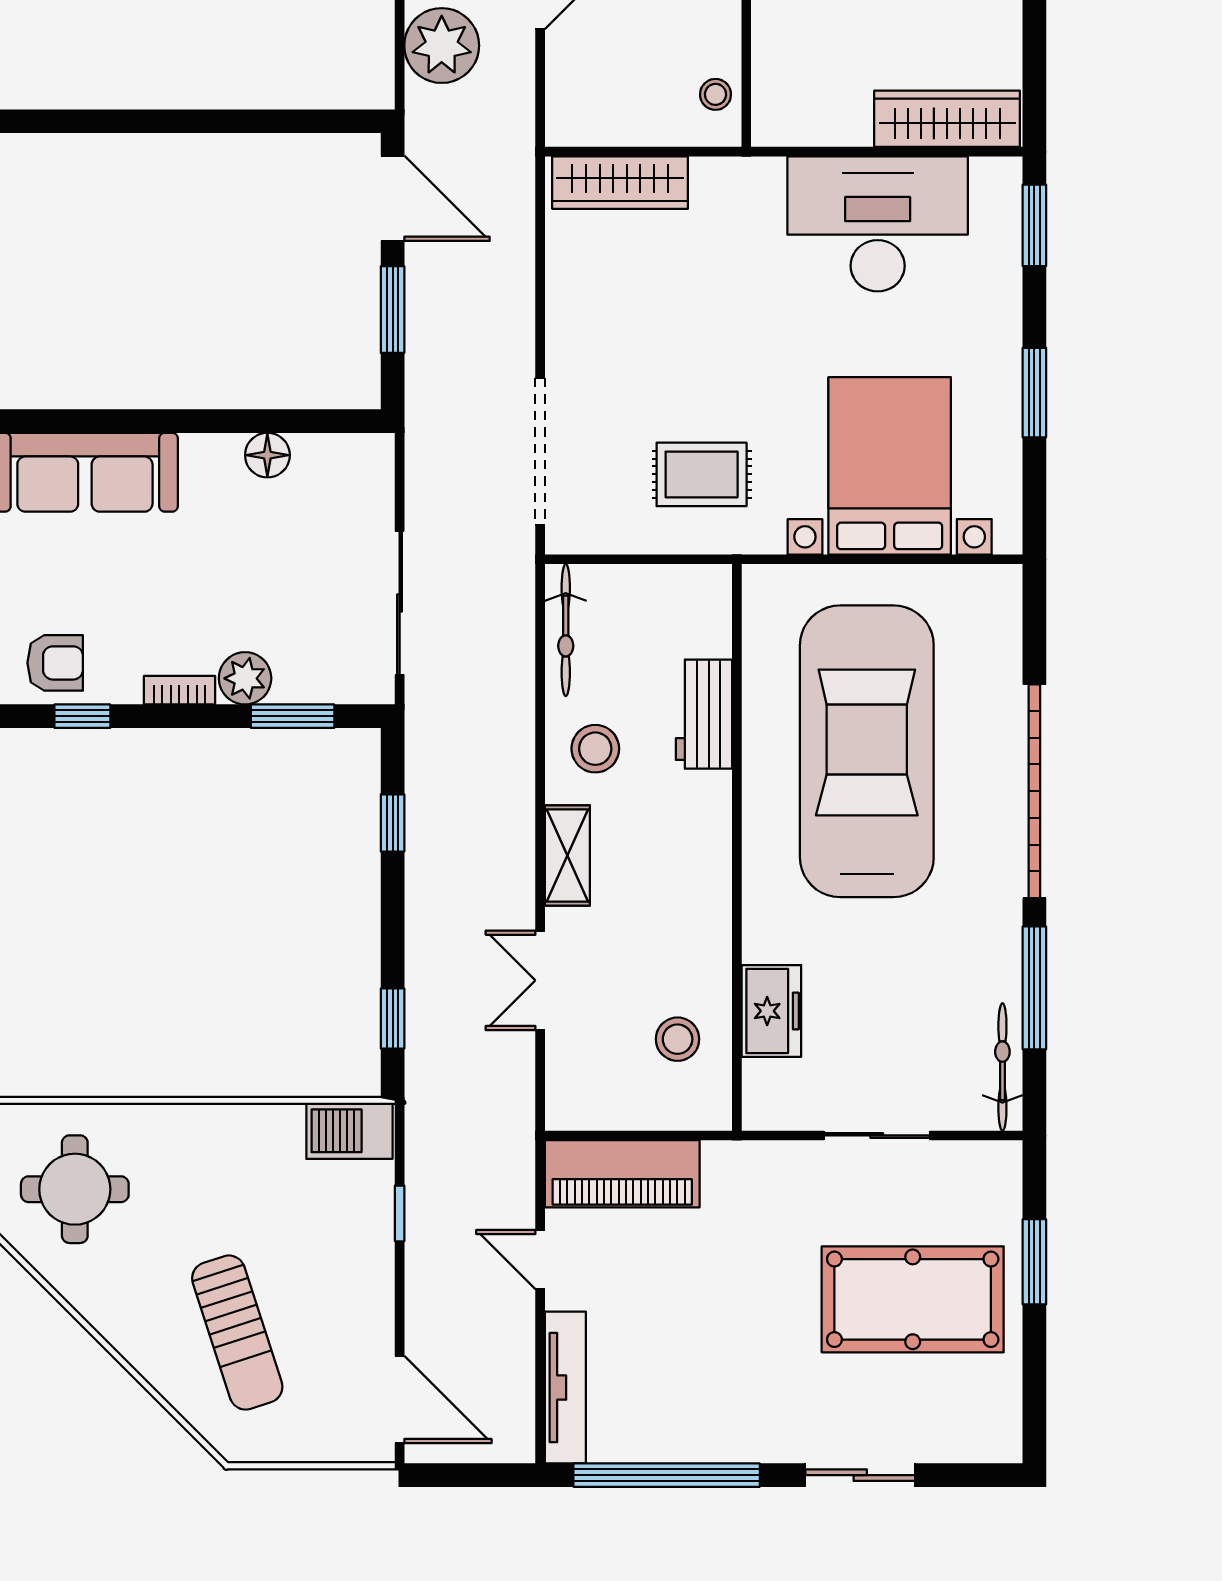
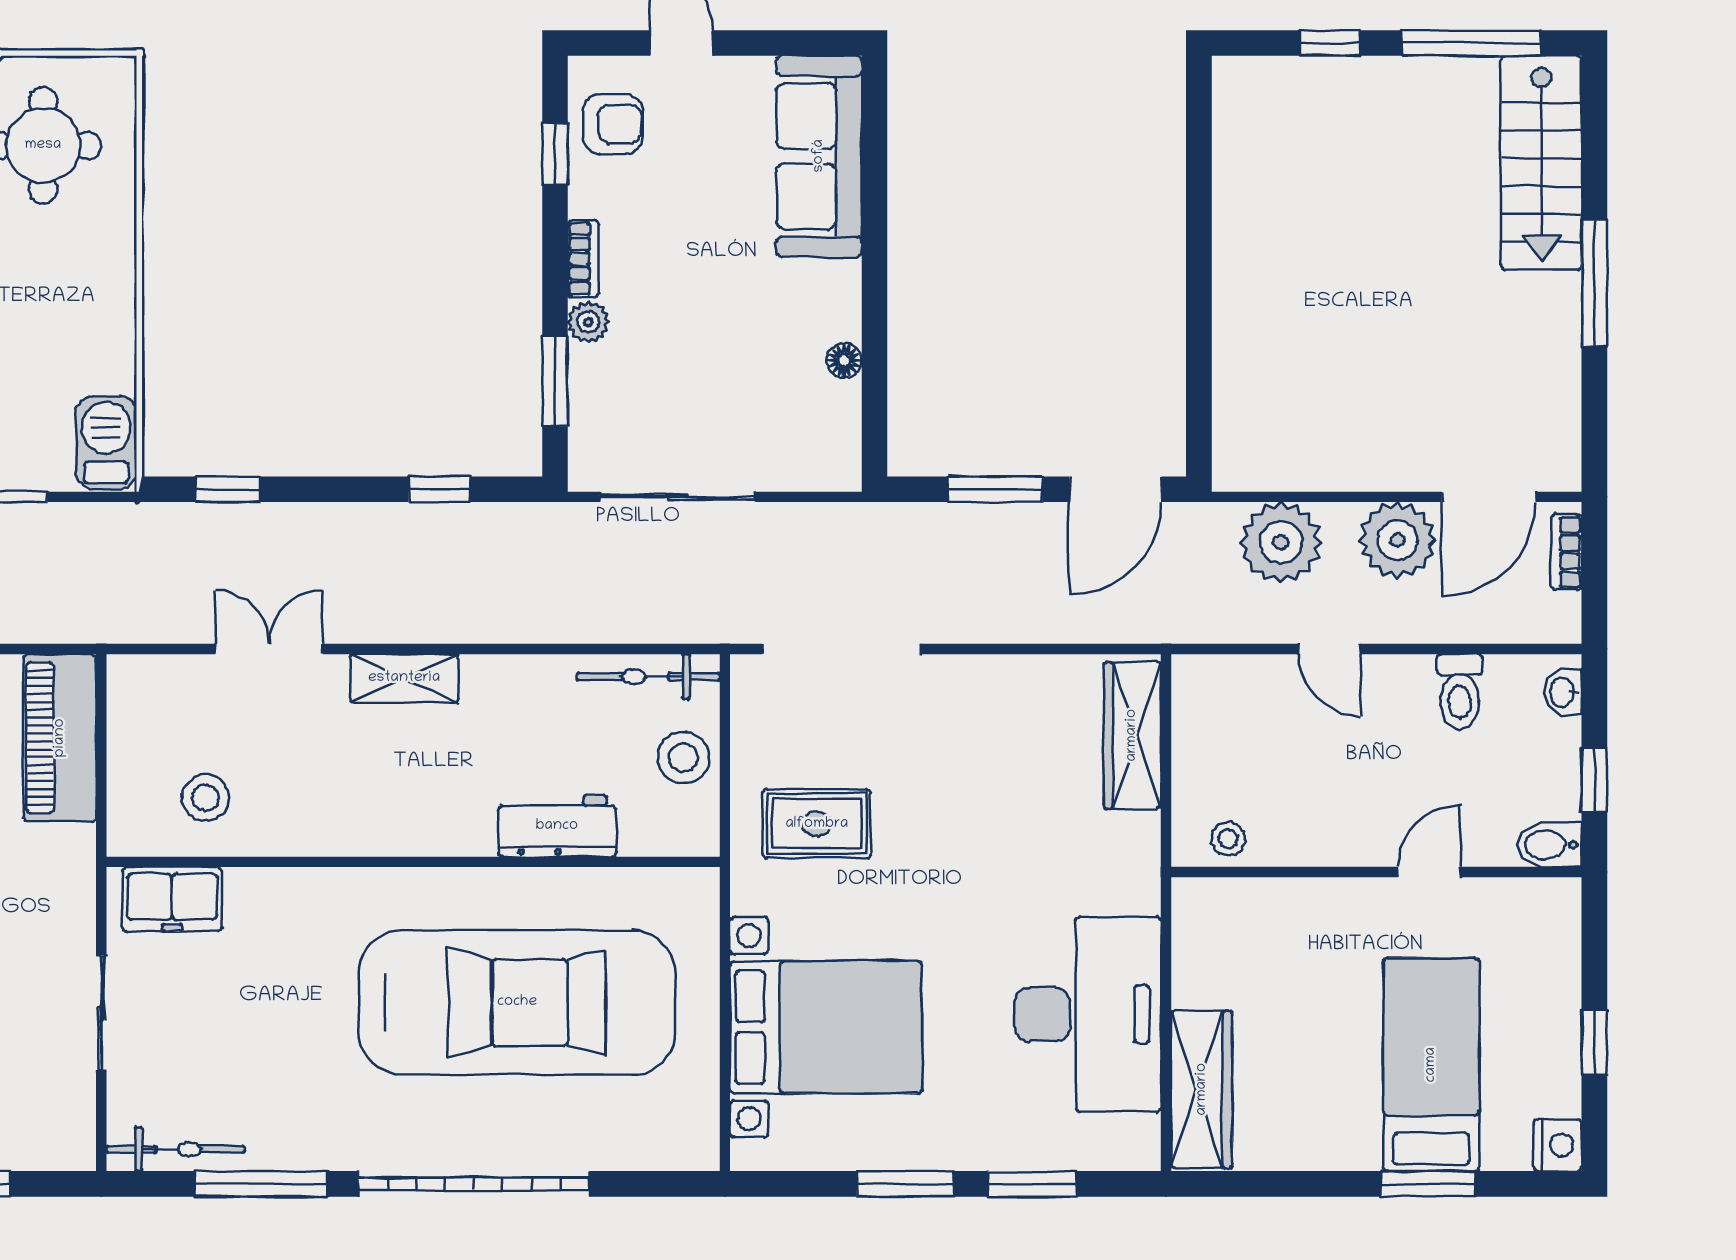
window: (1034, 225) -> (1032, 1184), moved
floor lamp: (267, 455) -> (844, 360), width x0.73, depth x0.73
rug: (702, 474) -> (817, 824), turned 90
armchair: (55, 663) -> (613, 124), turned -90
plant: (245, 678) -> (588, 322), width x0.73, depth x0.73
stool: (595, 749) -> (683, 758), moved
freezer: (771, 1011) -> (172, 899), moved

